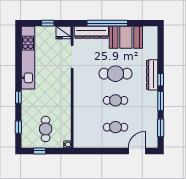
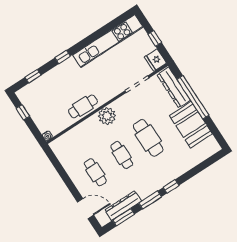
dresser: (152, 75) -> (123, 206), moved
plant: (81, 93) -> (107, 116), added
cafe table: (46, 129) -> (83, 106), moved

